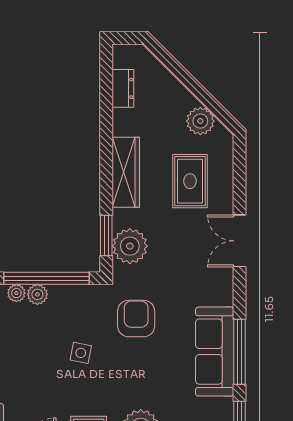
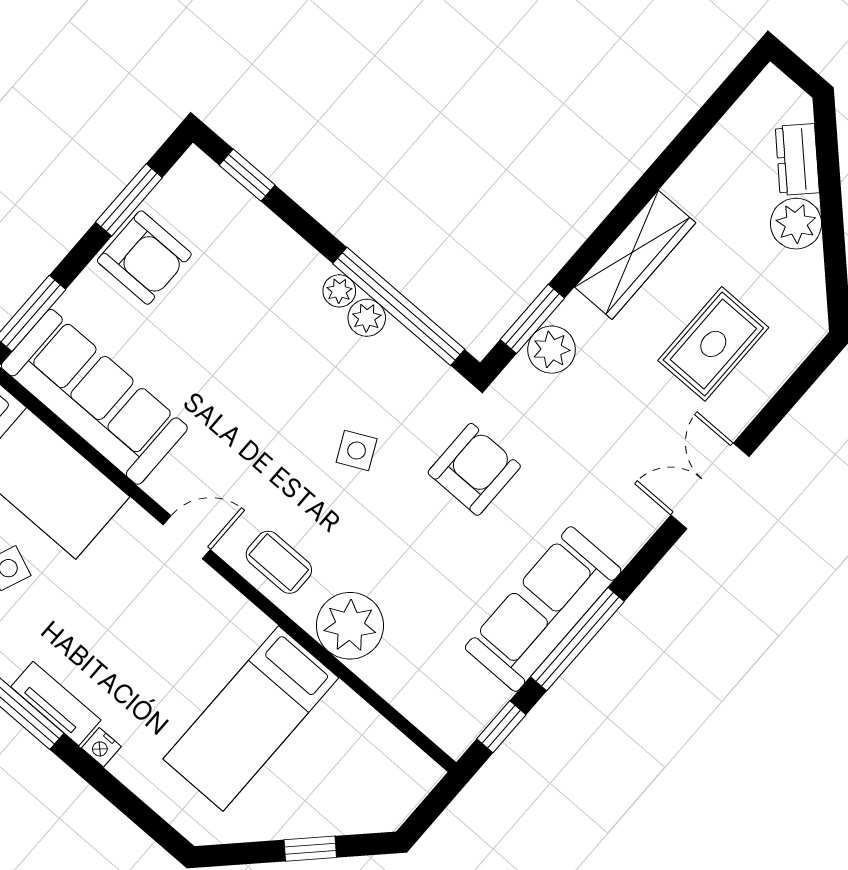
dresser: (123, 88) -> (797, 160), moved, turned 135
plant: (200, 121) -> (796, 224), moved
plant: (130, 246) -> (552, 350), width x0.73, depth x0.73
side table: (81, 353) -> (357, 451), turned -37

